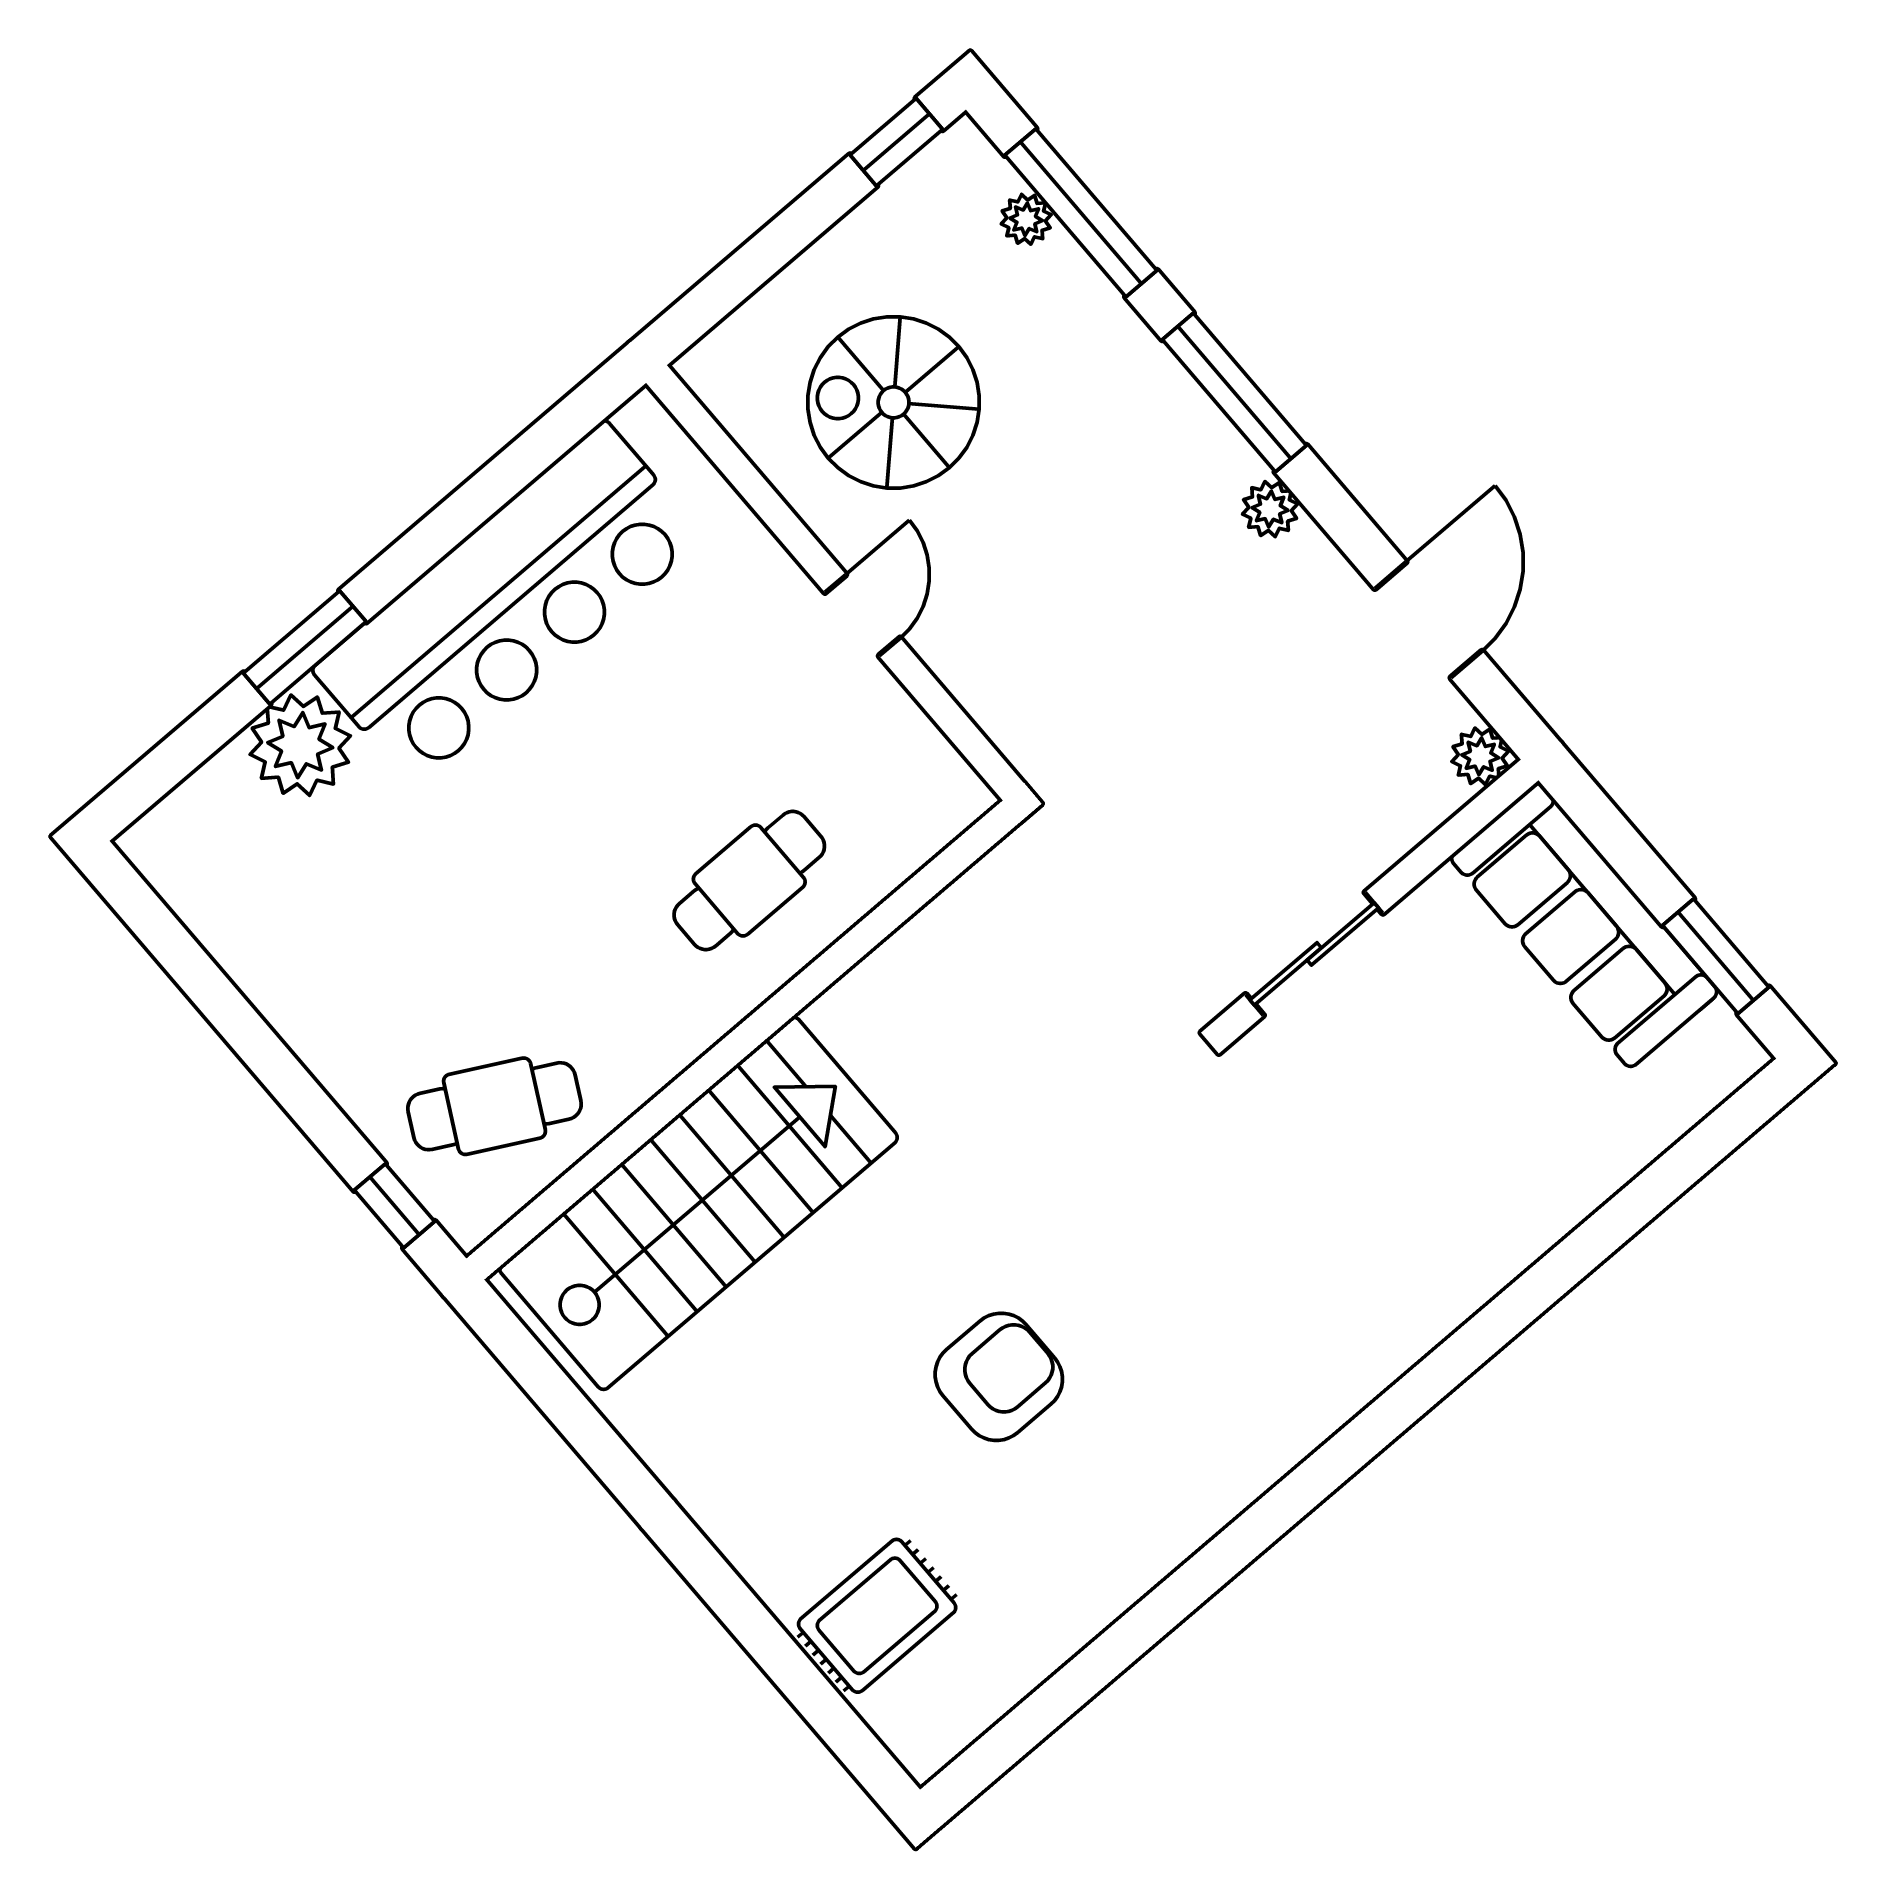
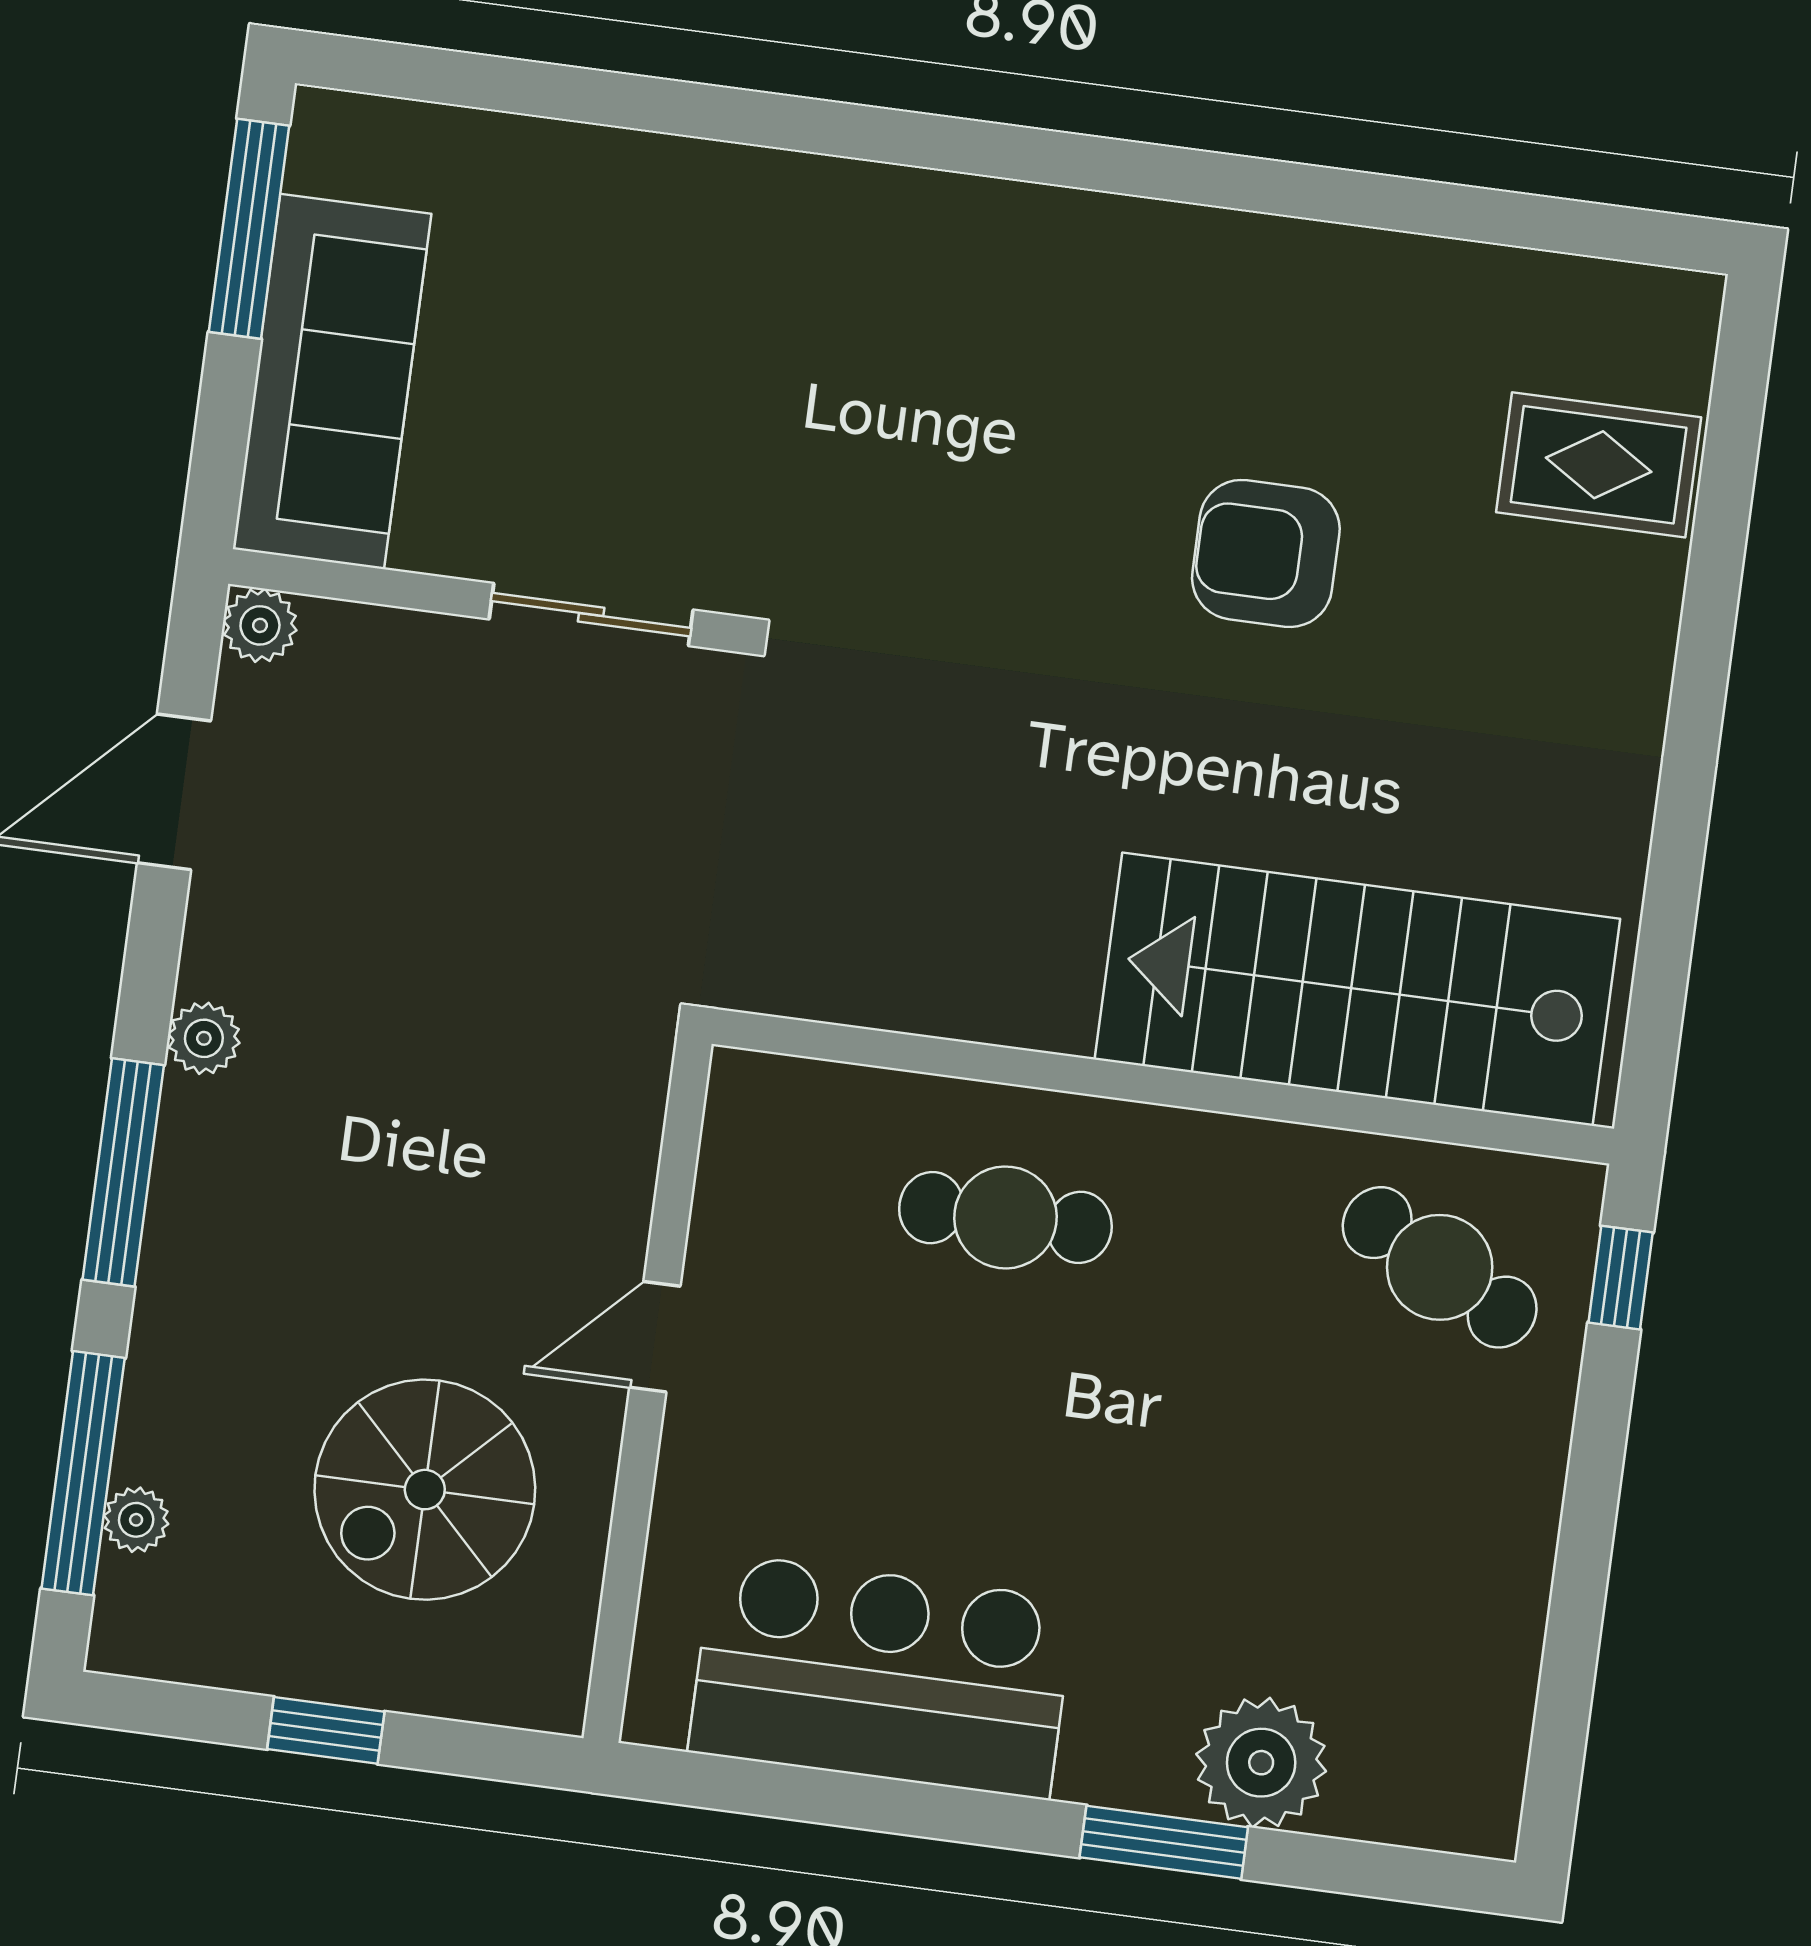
window: (896, 142) -> (326, 1730), moved
spiral stairs: (894, 402) -> (425, 1490), turned 90
bar counter: (509, 604) -> (882, 1676), width x0.73
window: (1716, 956) -> (249, 229), width x1.44

